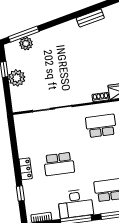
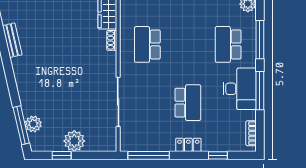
window: (13, 138) -> (149, 155), added

